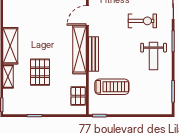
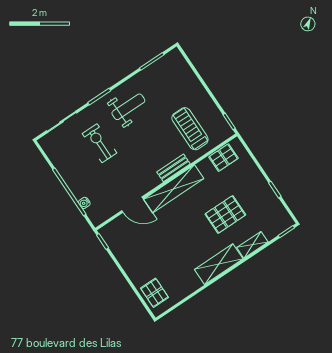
bench: (93, 54) -> (173, 168), width x0.73

